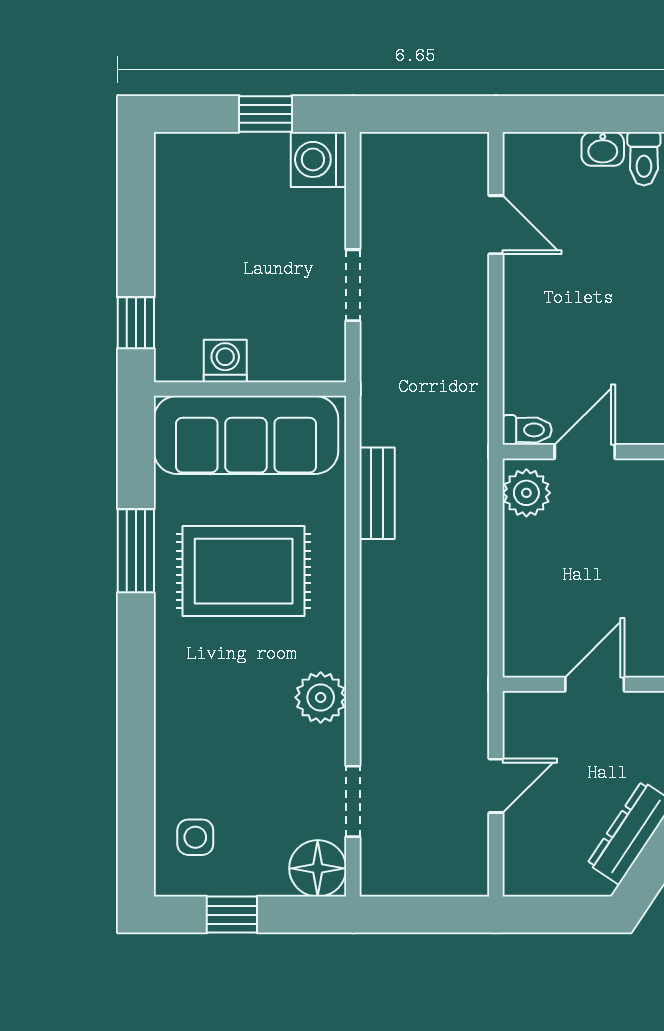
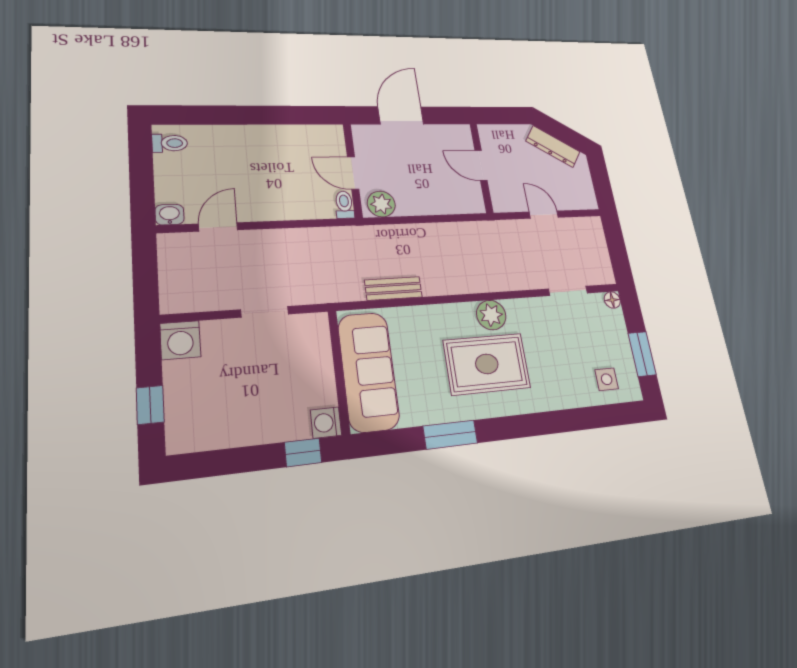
window: (265, 114) -> (150, 405), moved
washbasin: (603, 149) -> (170, 215), moved, turned -90
washing machine: (225, 361) -> (326, 423), moved
rug: (244, 571) -> (487, 364), moved, turned 90
plant: (321, 697) -> (491, 315), moved
floor lamp: (318, 868) -> (612, 300), width x0.53, depth x0.53
window: (232, 915) -> (642, 354), width x1.50

